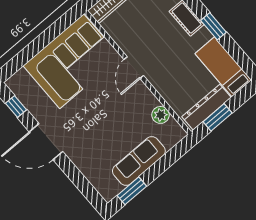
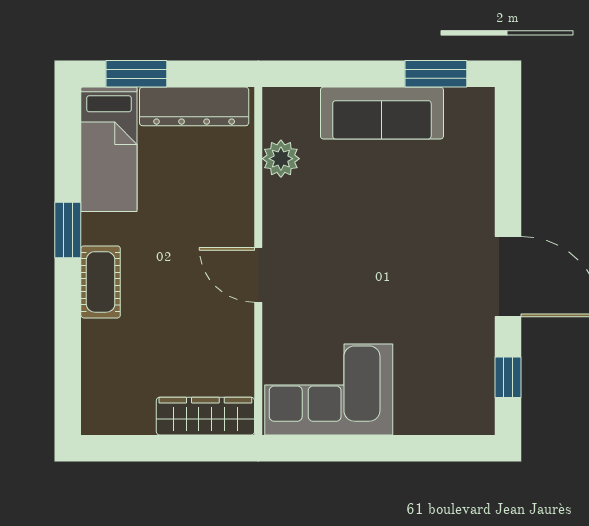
corner sofa: (72, 61) -> (329, 389), width x0.73, depth x0.74
door: (134, 68) -> (258, 275), swing flipped
window: (218, 117) -> (136, 74), moved

